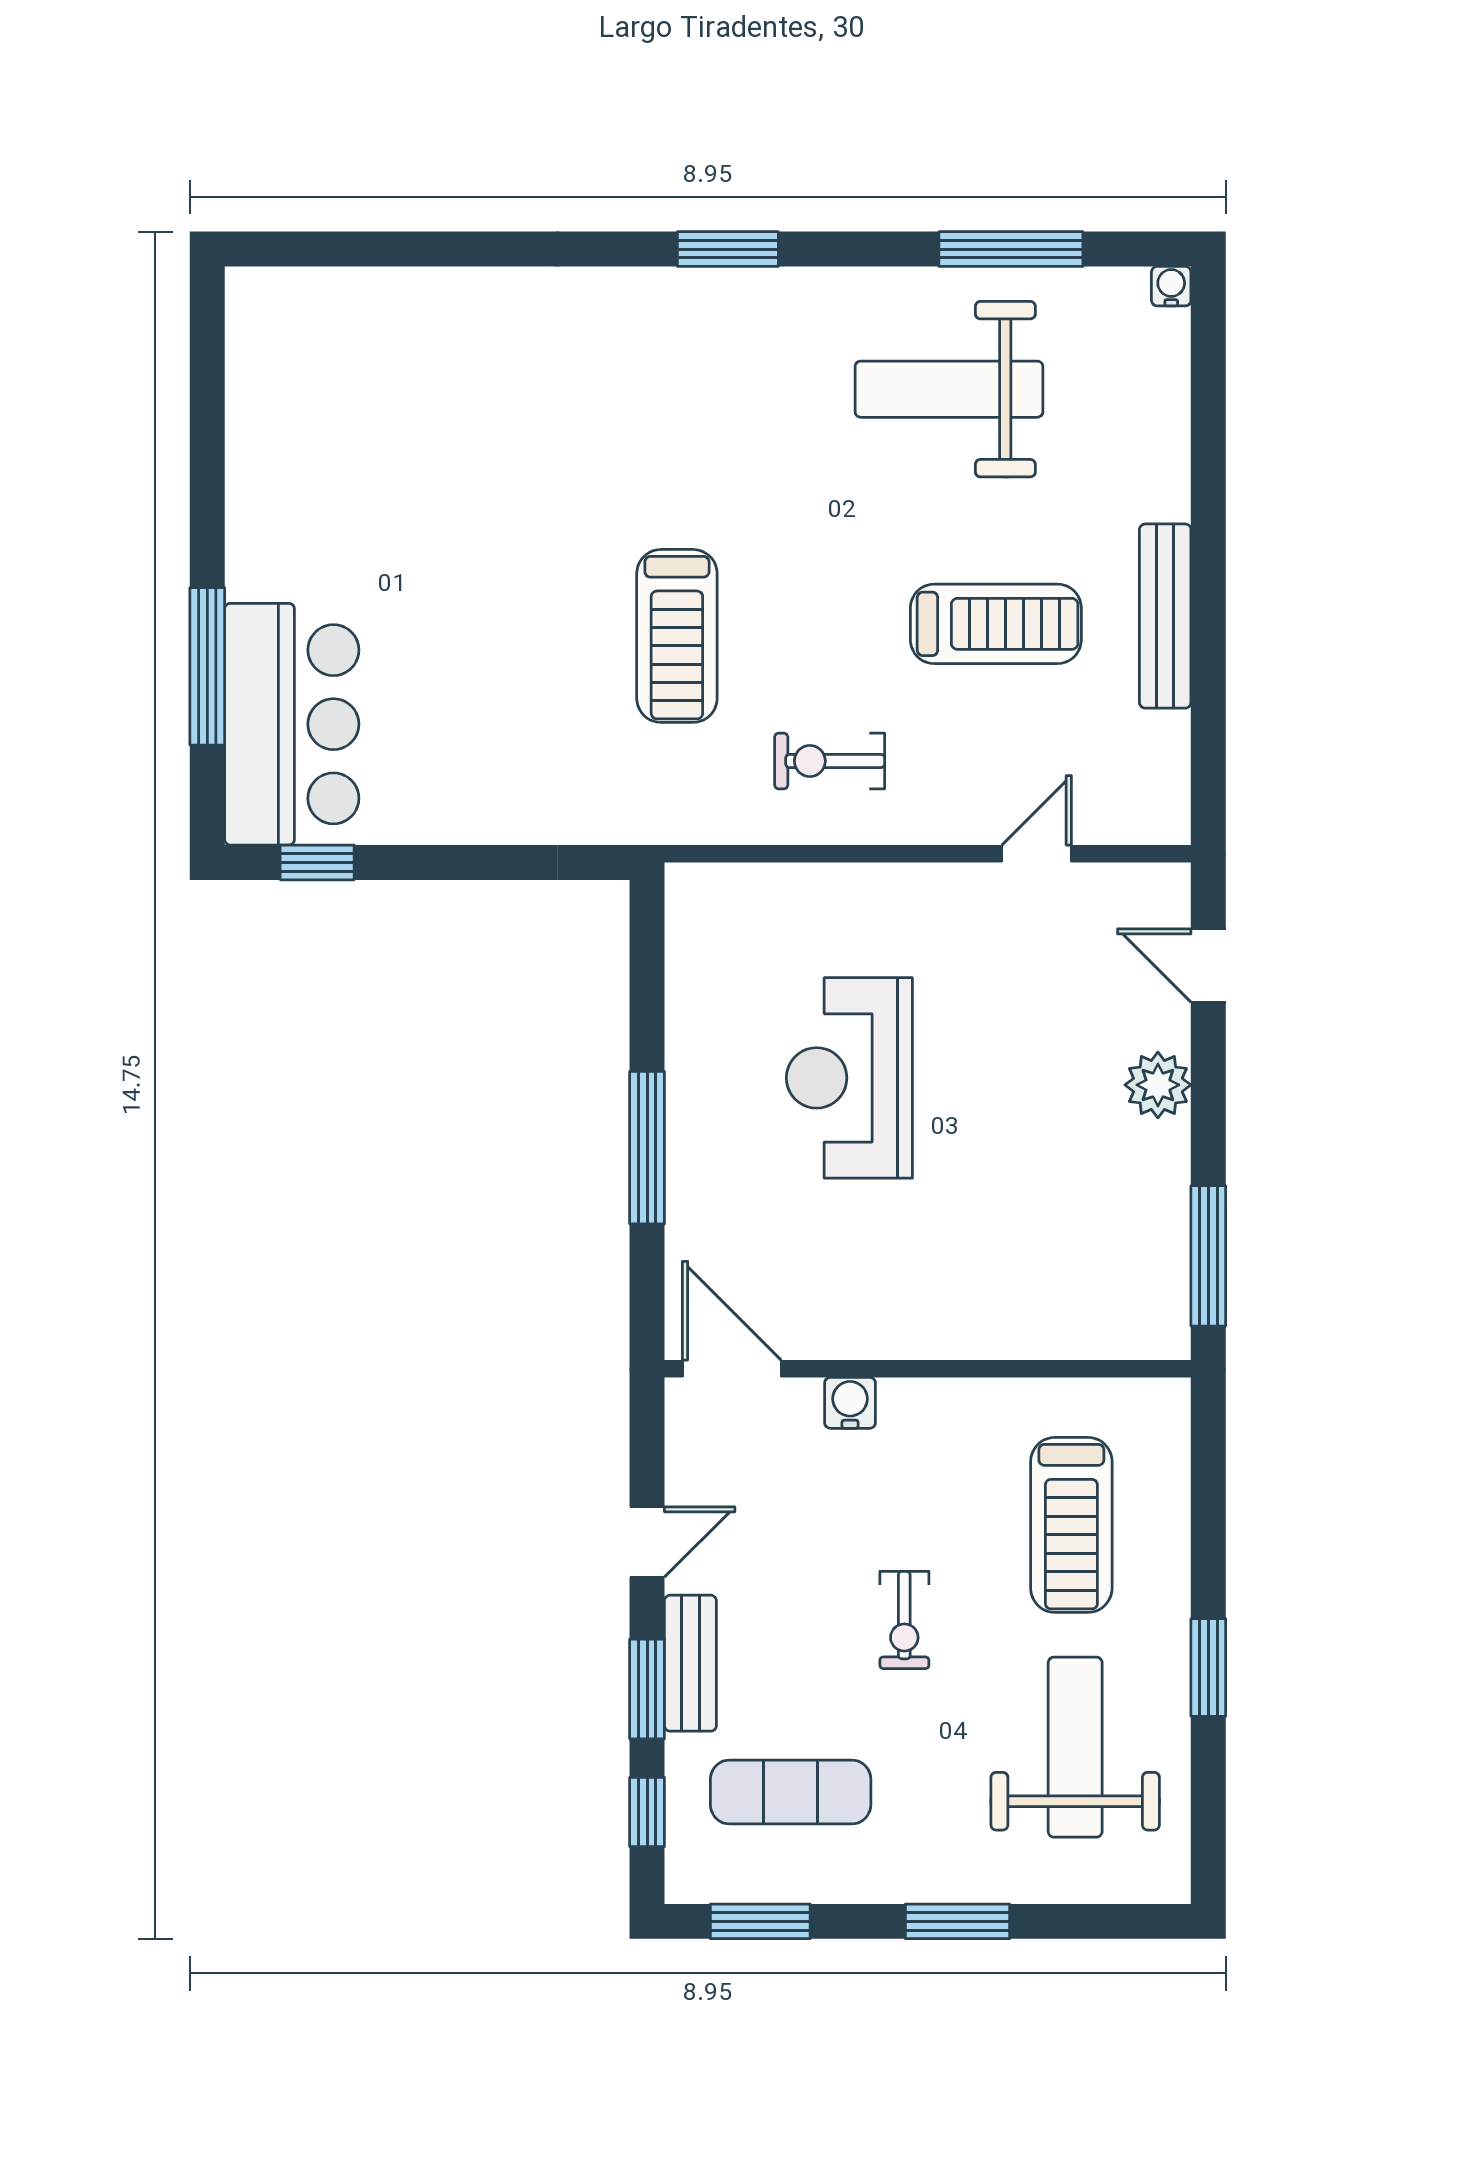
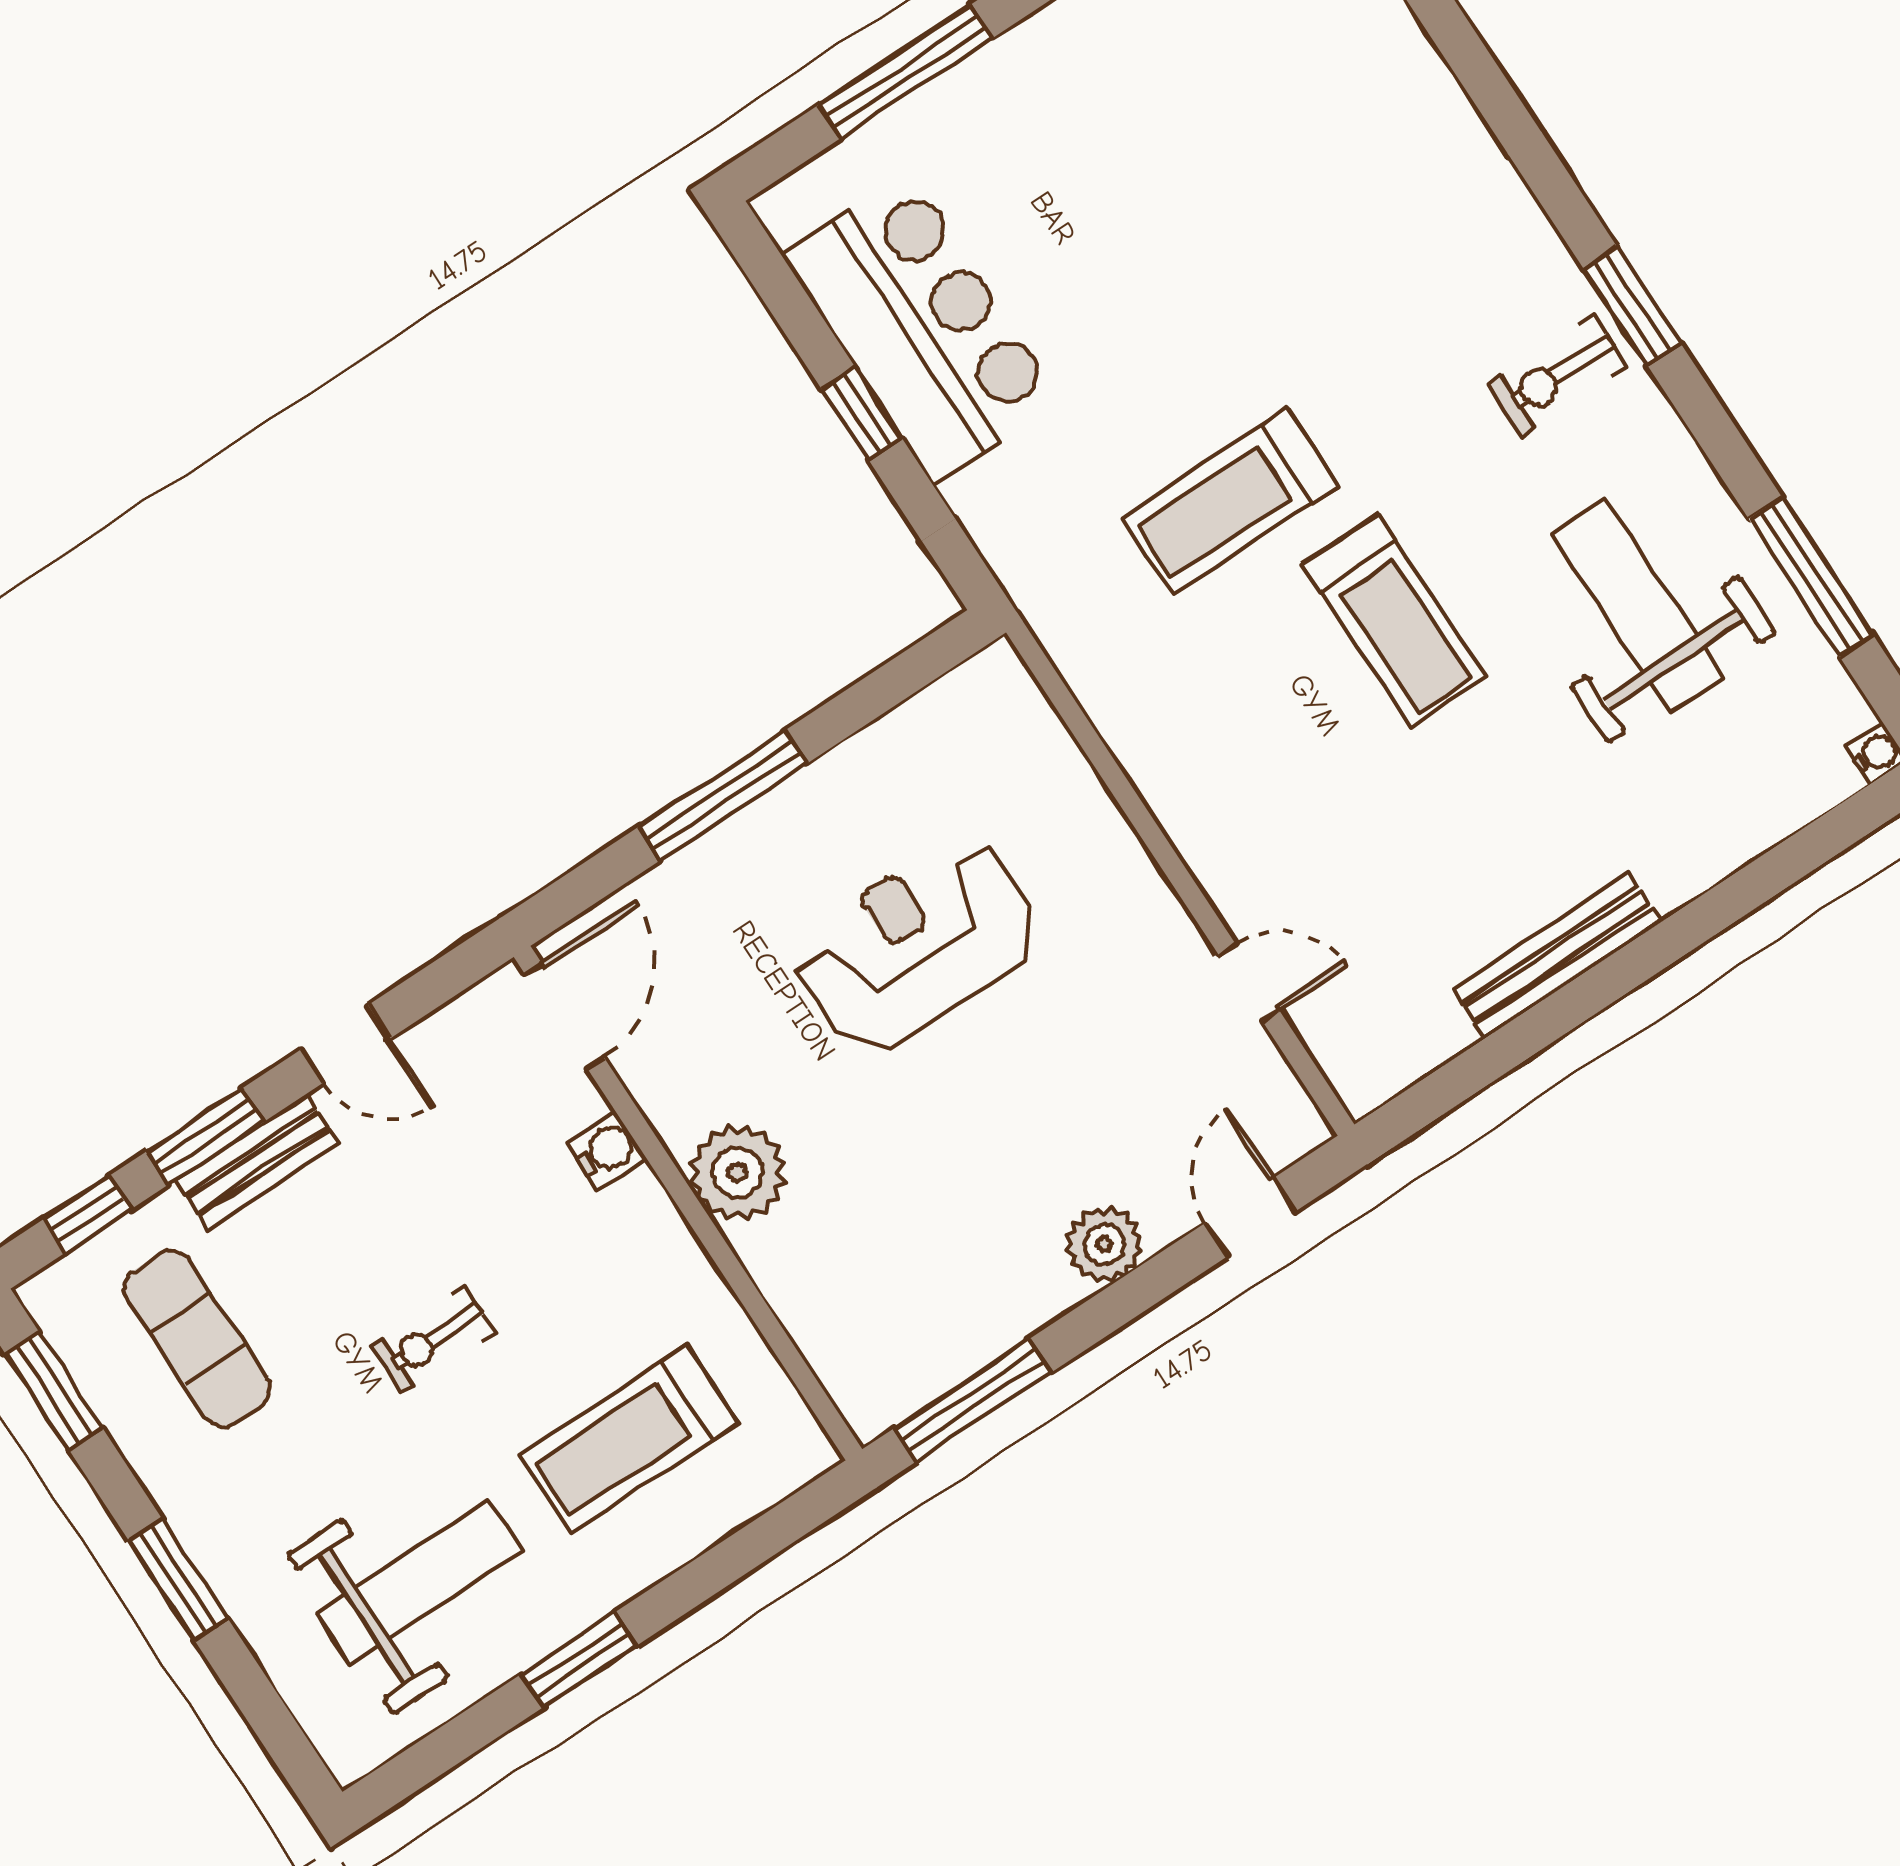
treadmill: (996, 624) -> (1395, 621), moved
bar counter: (292, 724) -> (921, 328), moved, turned -90
exercise bike: (830, 761) -> (1557, 375), moved, turned -90
window: (317, 862) -> (862, 414), moved
plant: (929, 1318) -> (737, 1172), added

